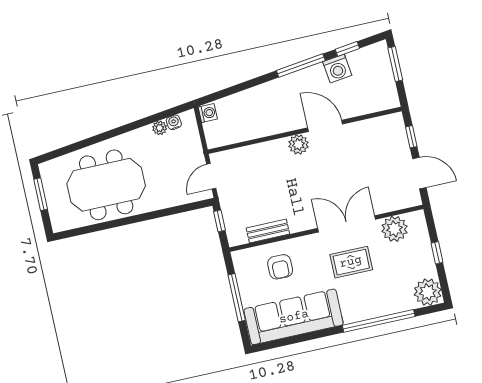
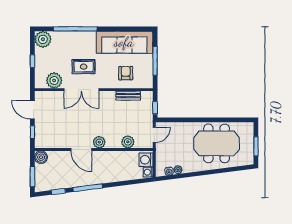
washing machine: (337, 69) -> (146, 160), moved, turned -83
boiler: (388, 99) -> (41, 157), added
plant: (252, 155) -> (128, 142), added

